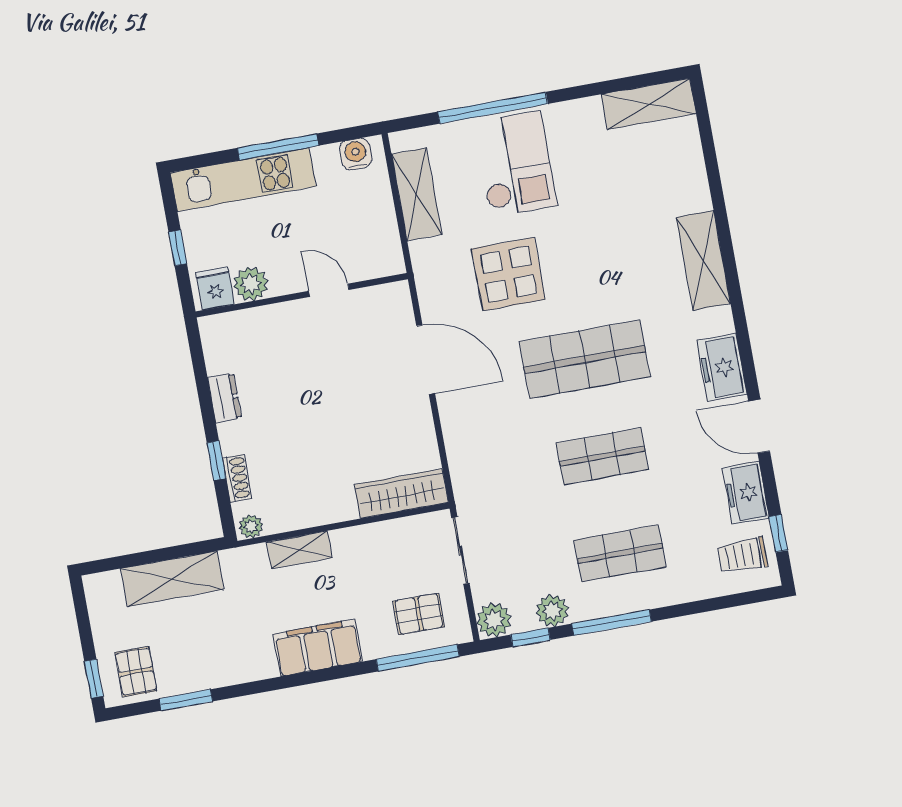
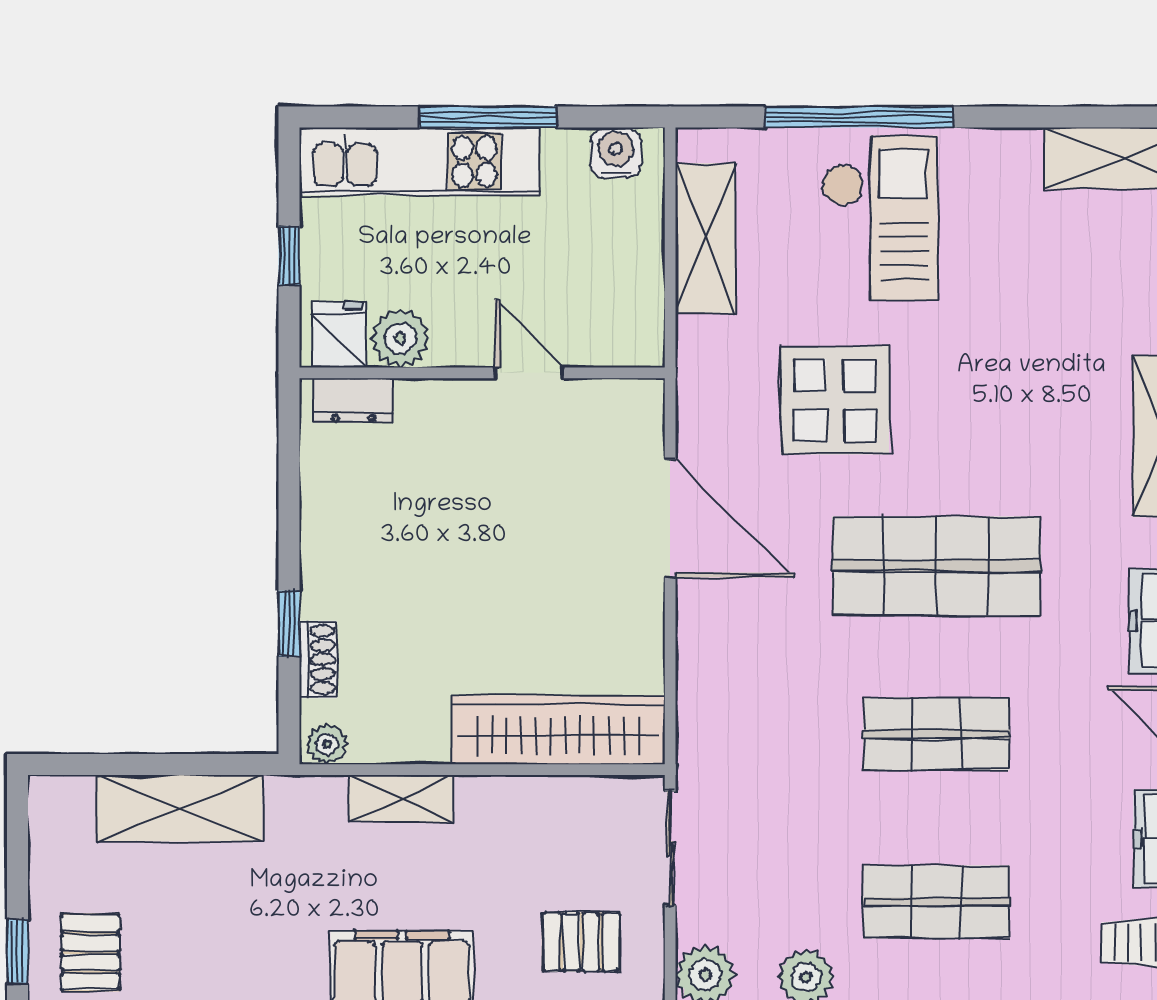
dresser: (225, 398) -> (354, 400), moved, turned 90
wardrobe: (401, 494) -> (558, 730), width x1.40, depth x1.17

